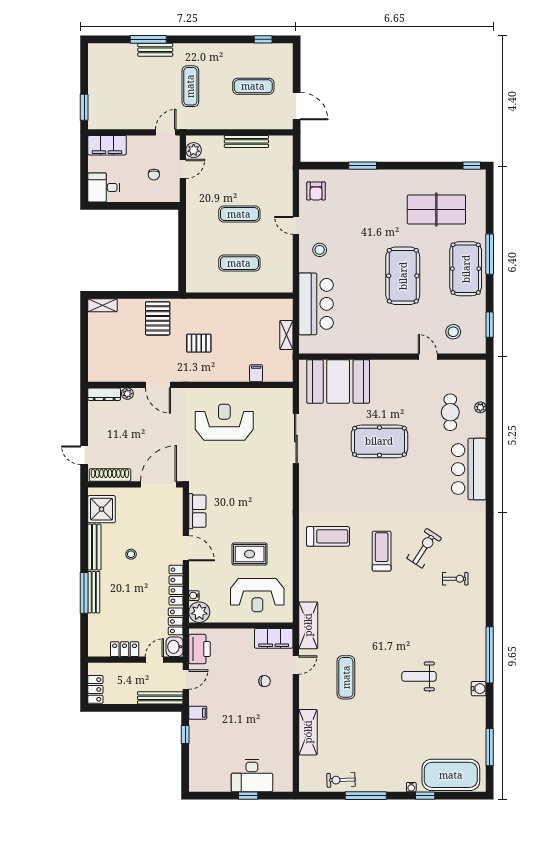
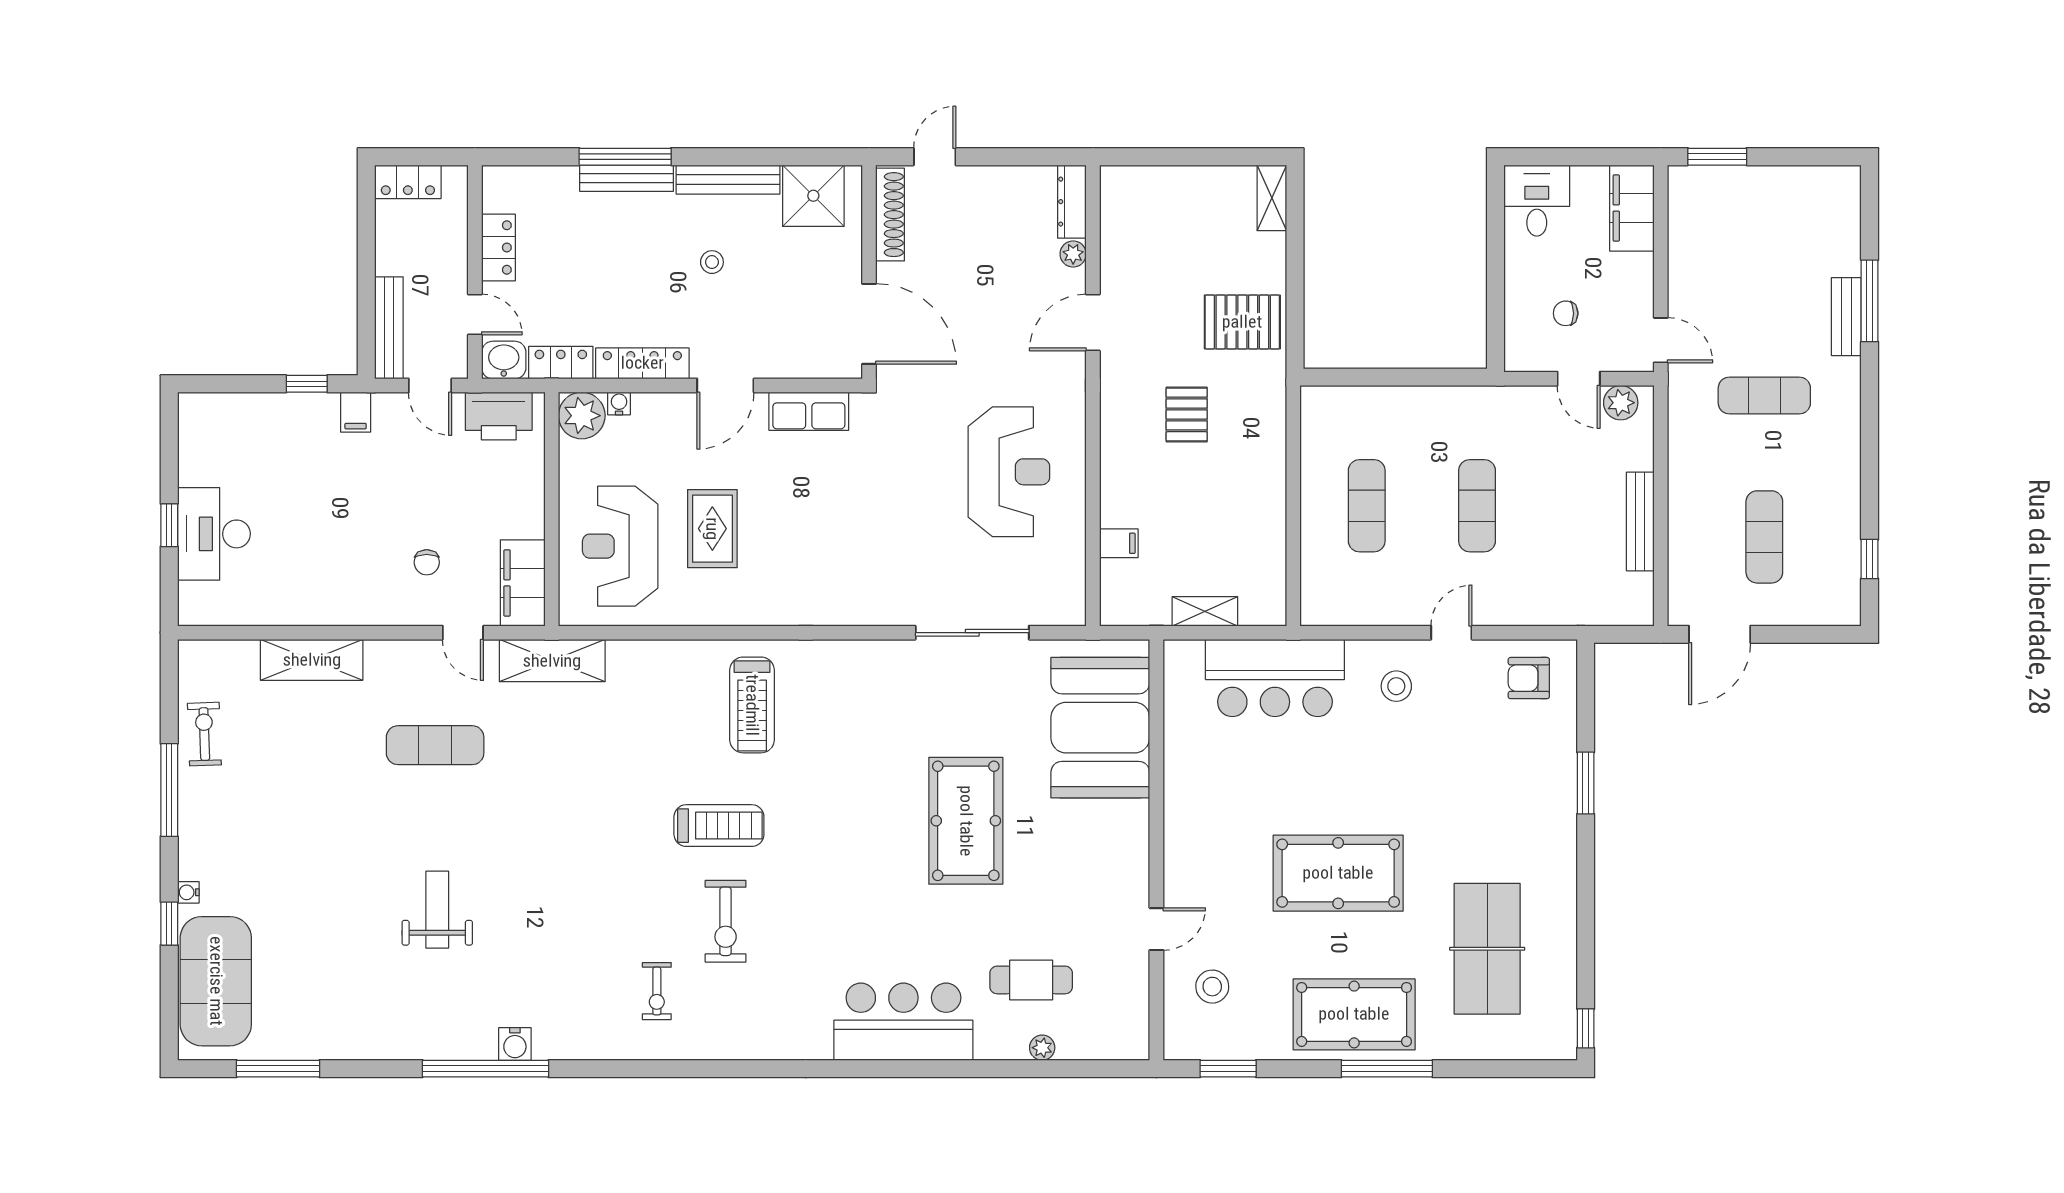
exercise bike: (424, 548) -> (726, 921), turned 57
water cooler: (479, 689) -> (515, 1044), moved

